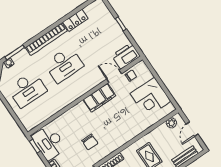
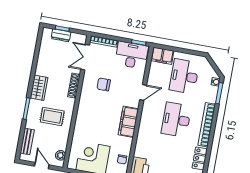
door: (114, 76) -> (143, 92), moved
filing cabinet: (28, 120) -> (162, 56), added

